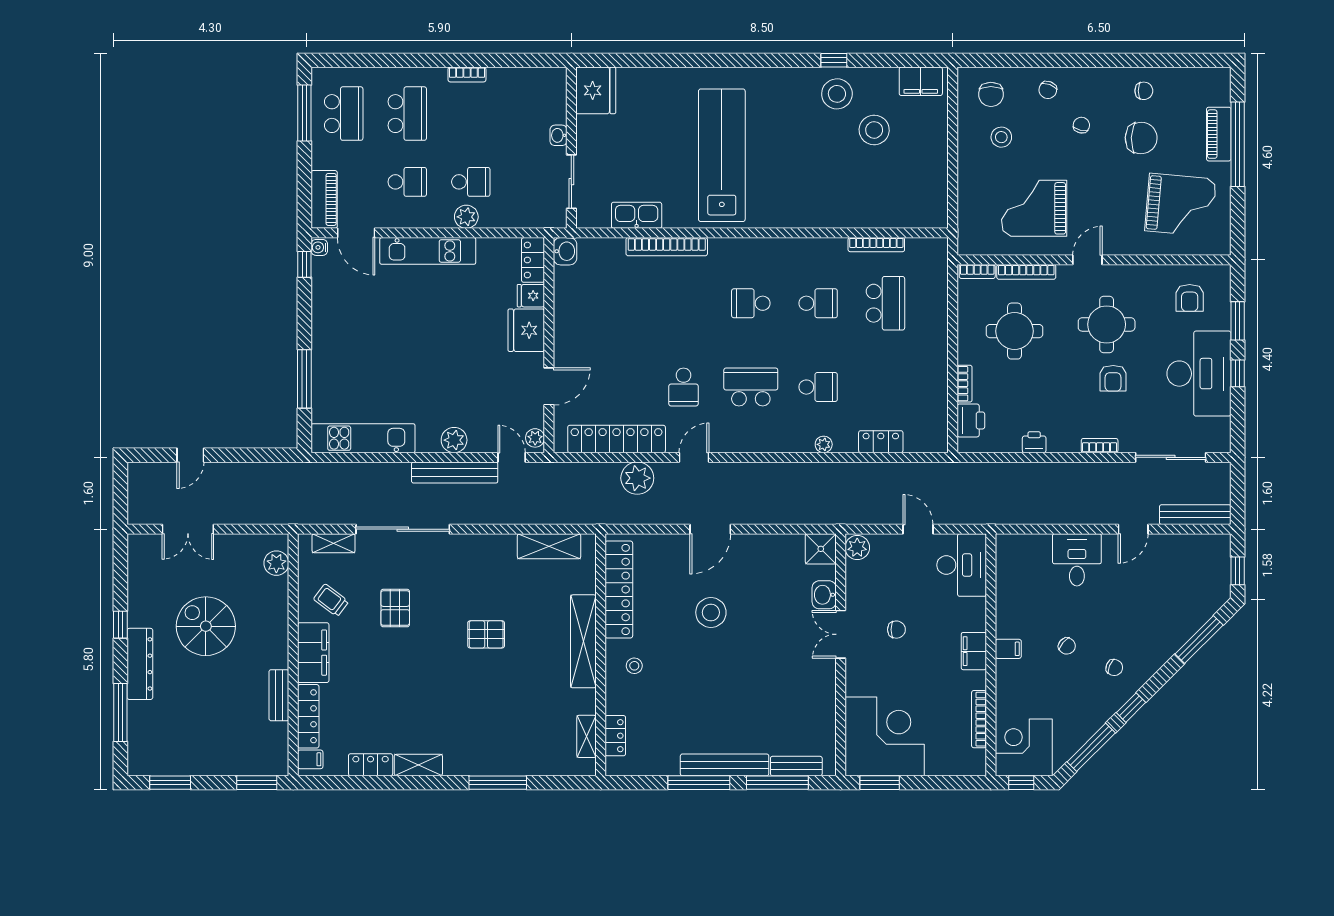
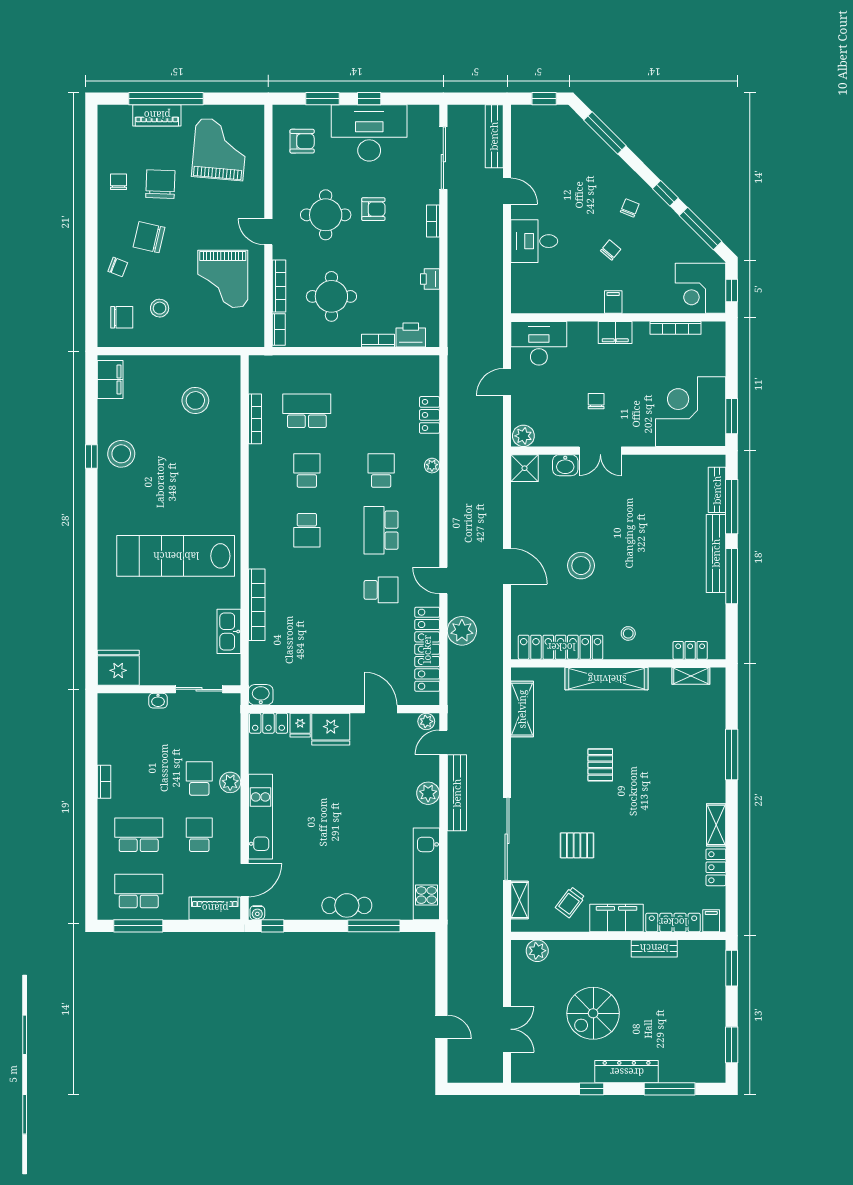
chair: (1081, 125) -> (149, 237), width x1.87, depth x1.87
stool: (874, 130) -> (195, 400), moved
cafe table: (327, 348) -> (347, 905), added

